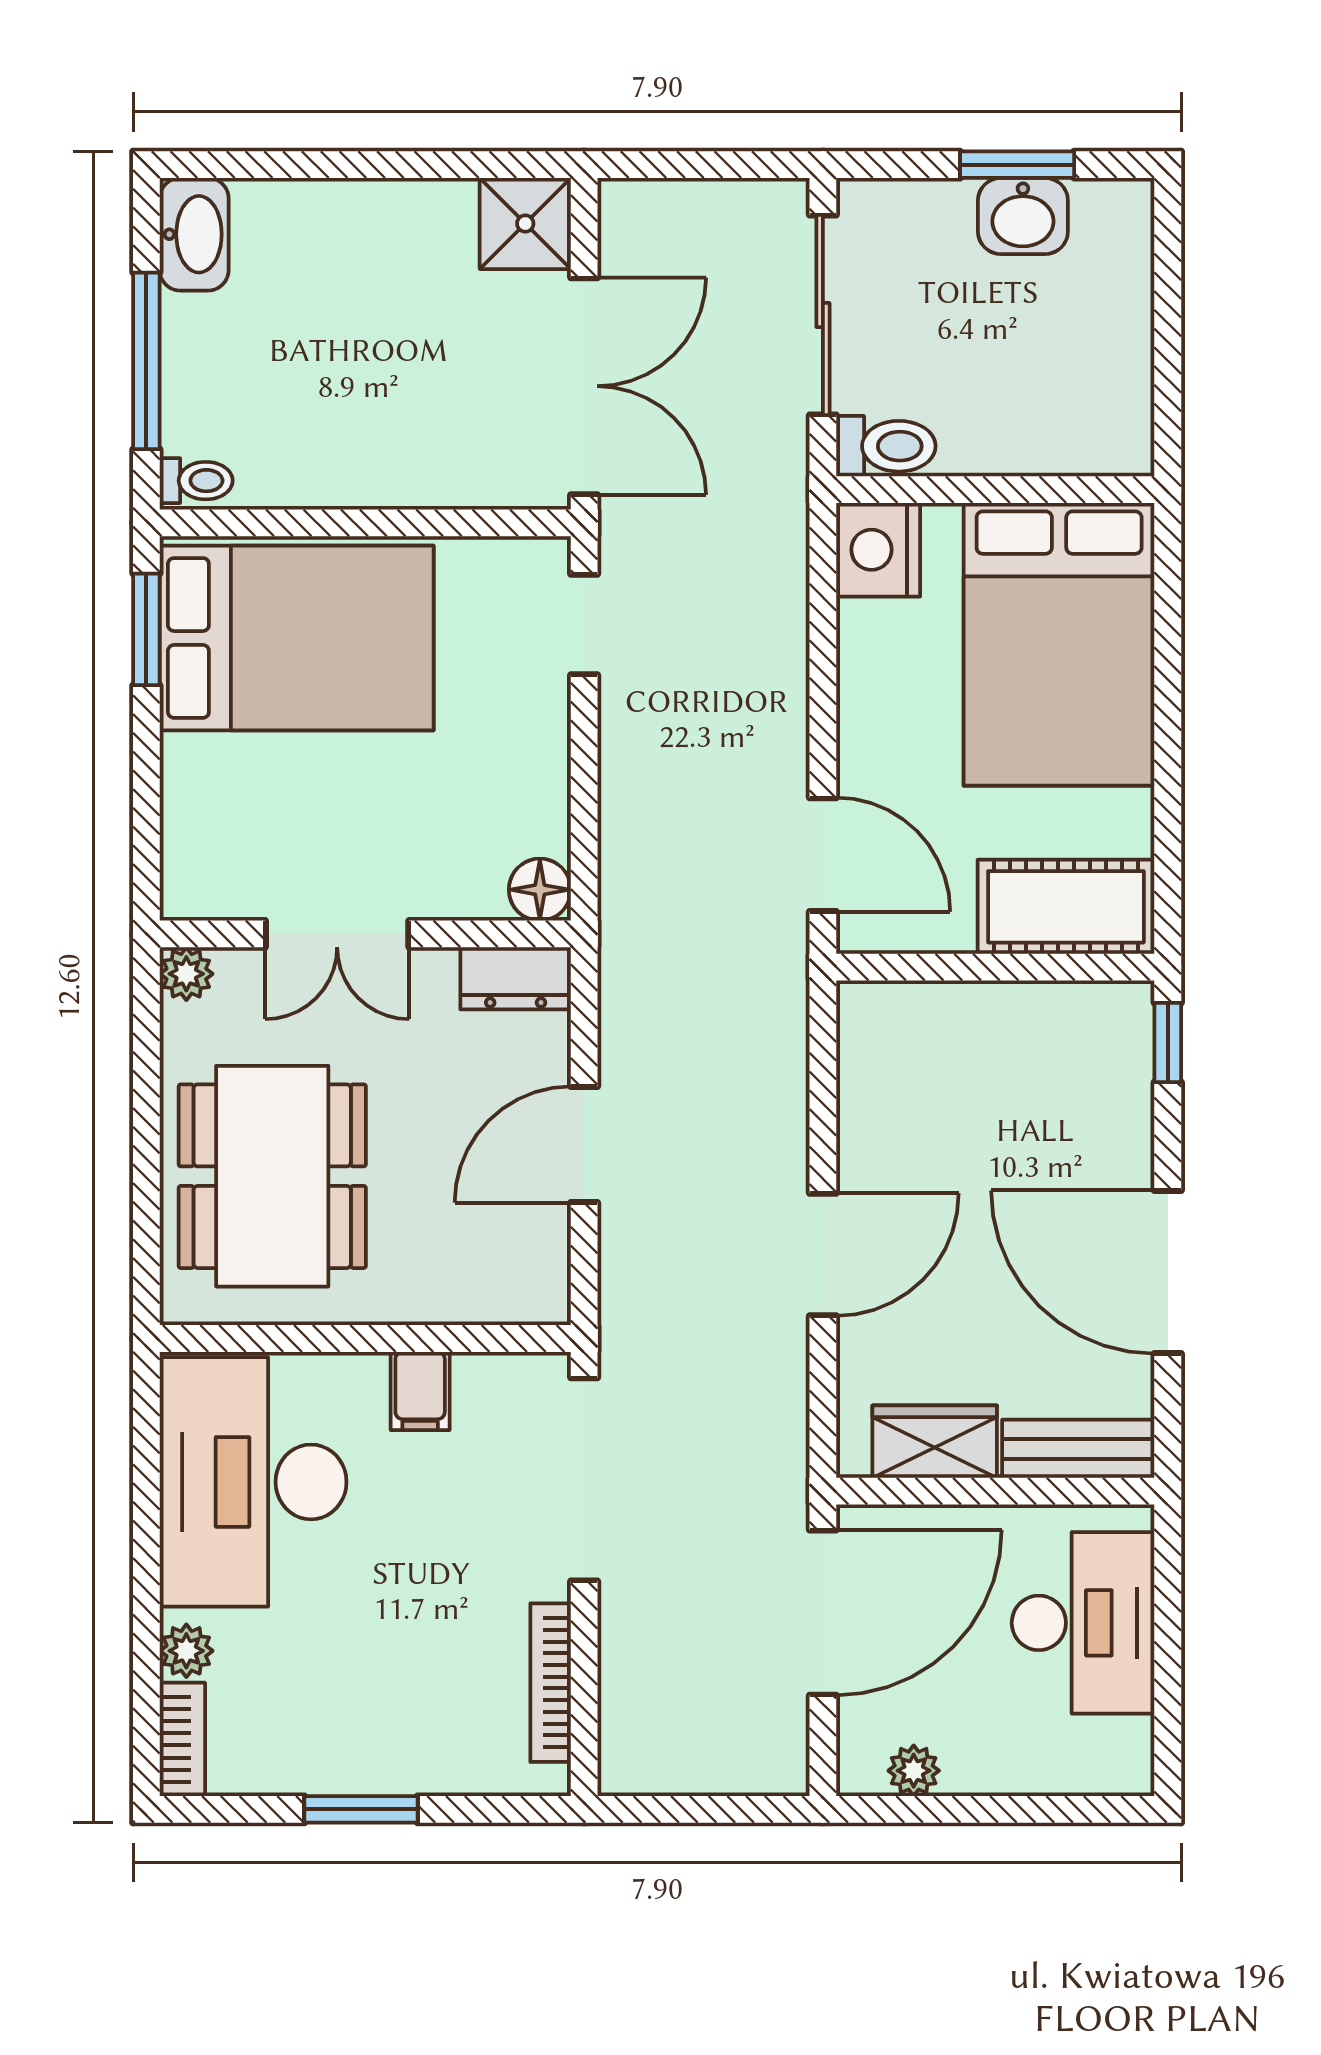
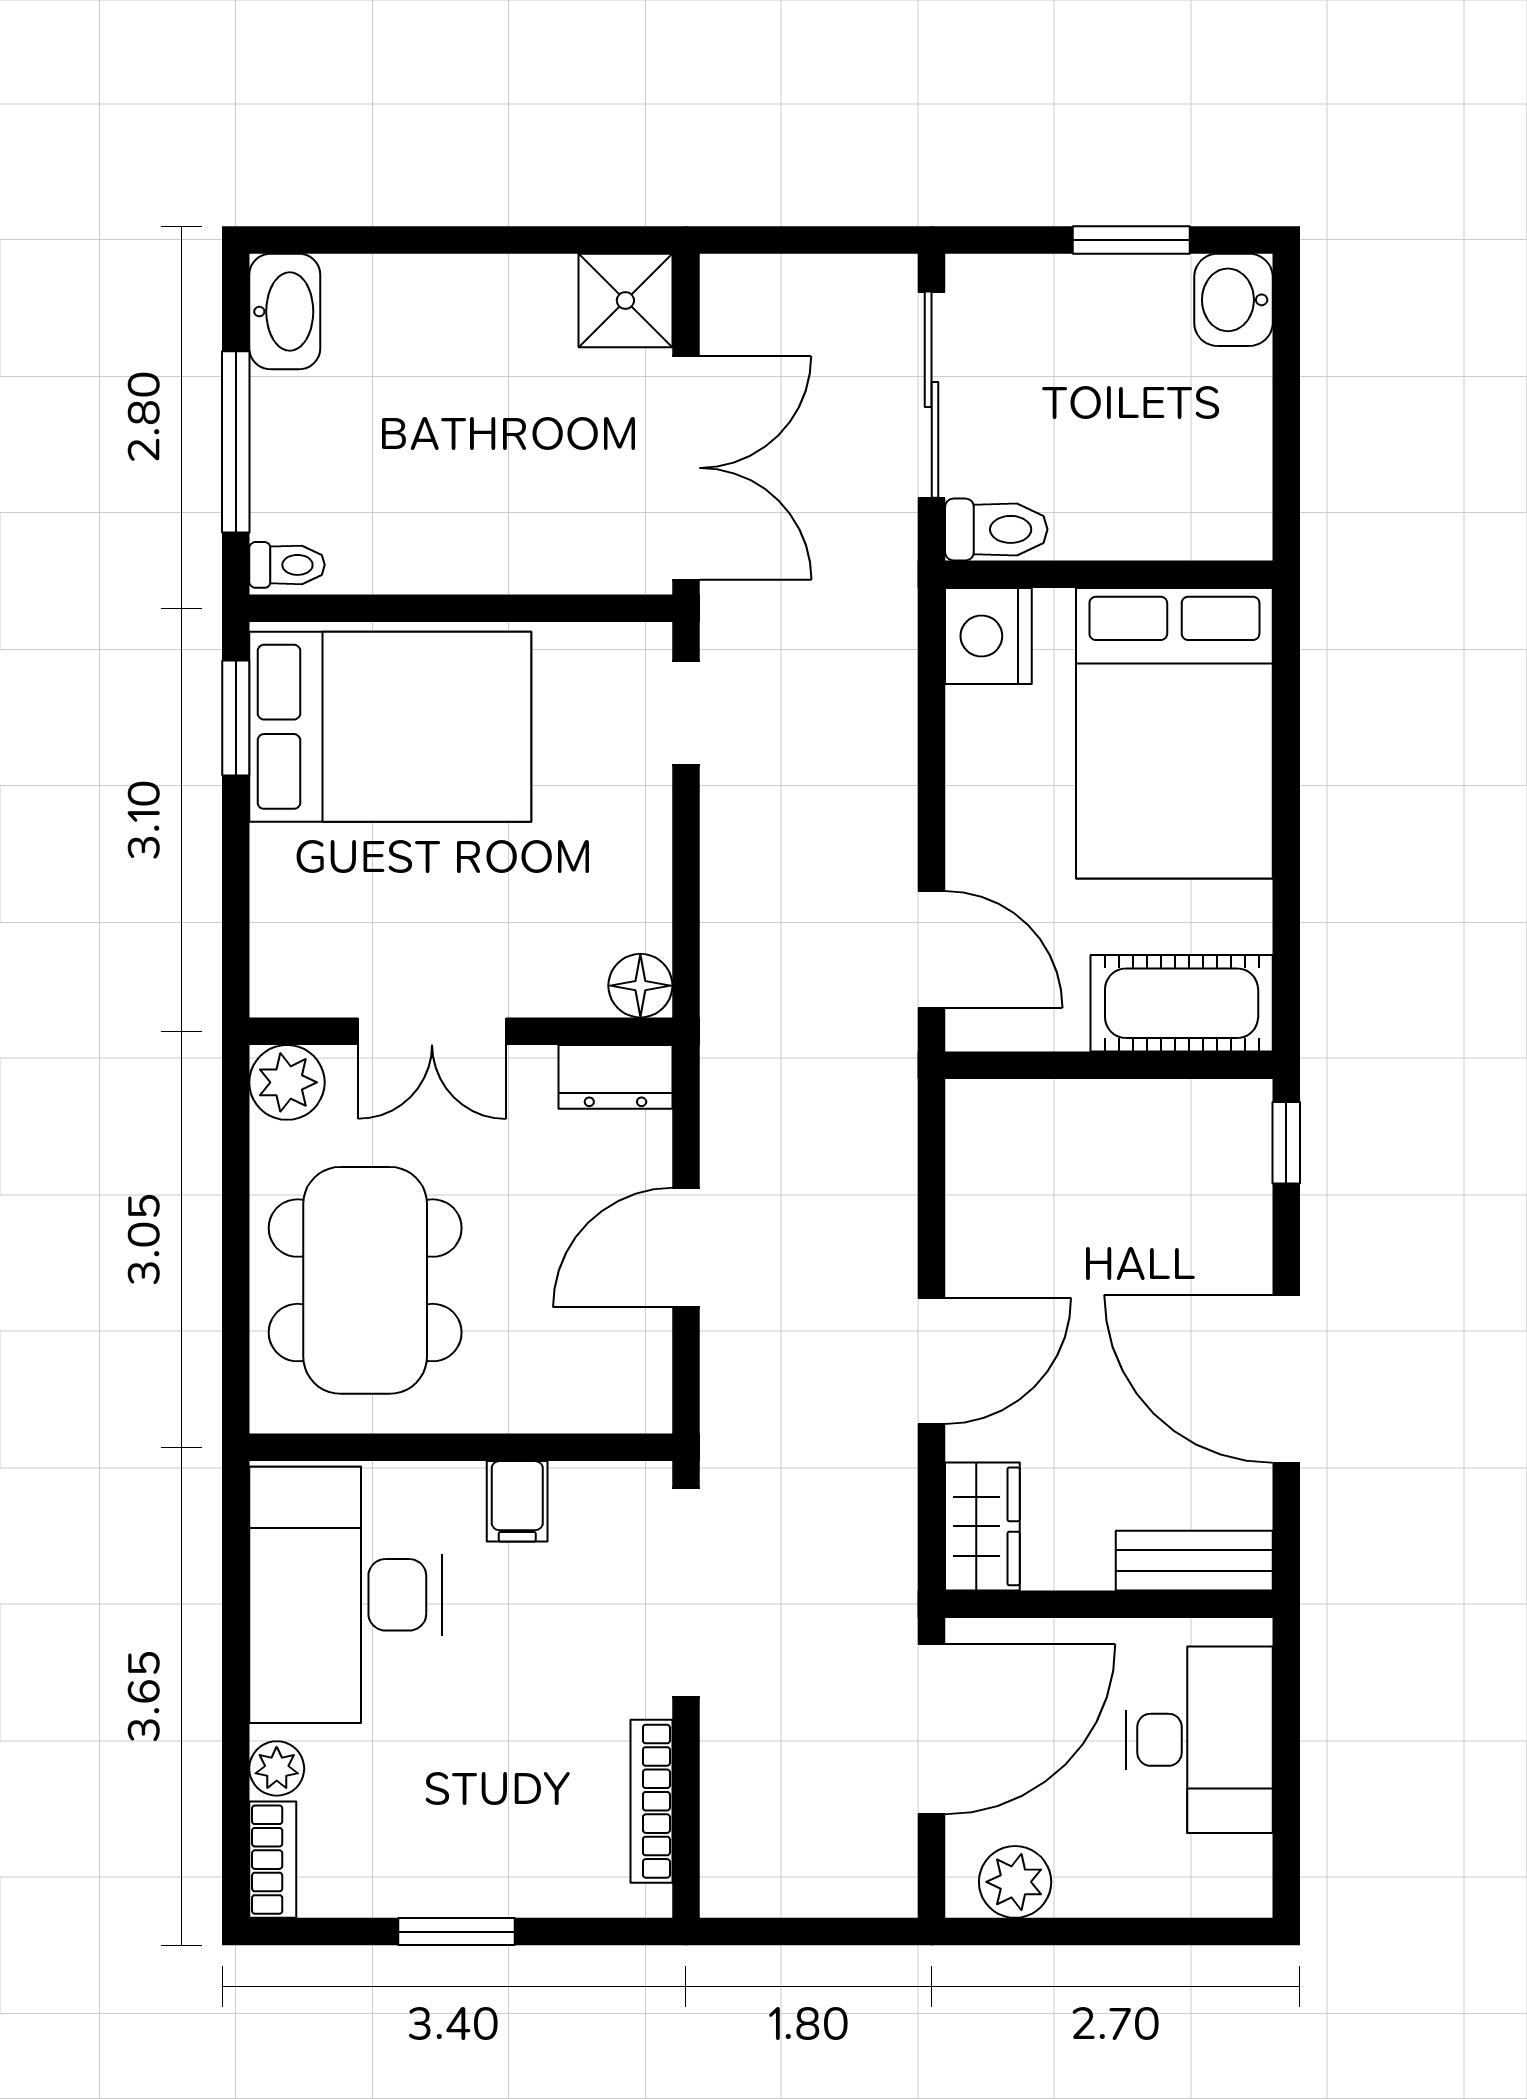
washbasin: (1023, 216) -> (1233, 300), moved, turned 90
plant: (186, 974) -> (287, 1082), width x1.38, depth x1.38
wardrobe: (935, 1442) -> (982, 1526), moved, turned 90
plant: (914, 1771) -> (1015, 1882), width x1.38, depth x1.38

